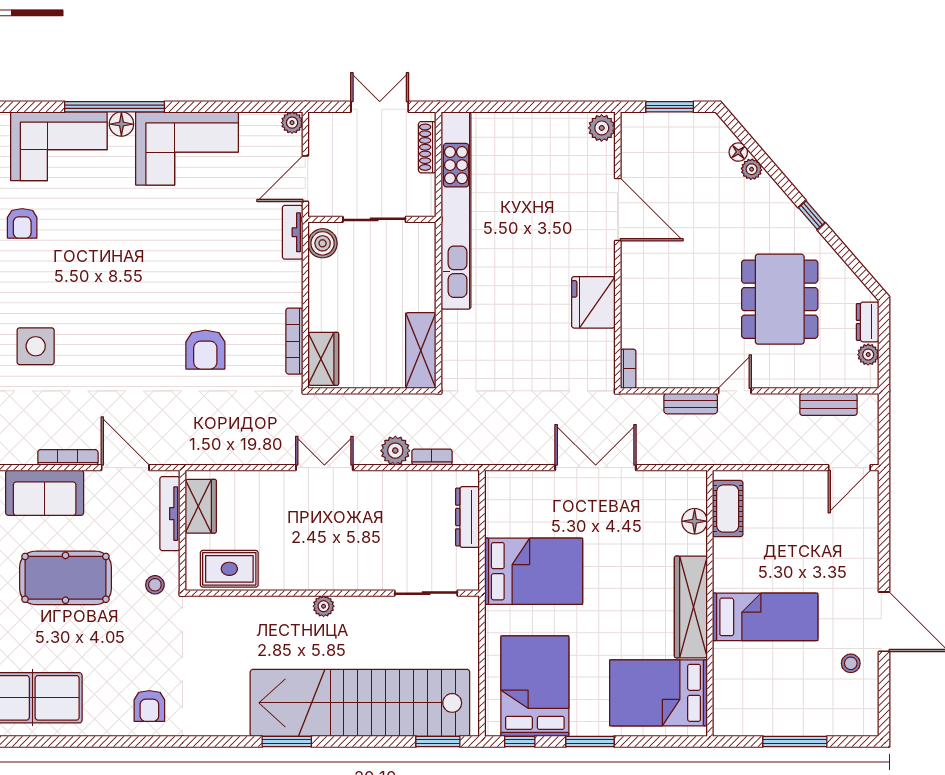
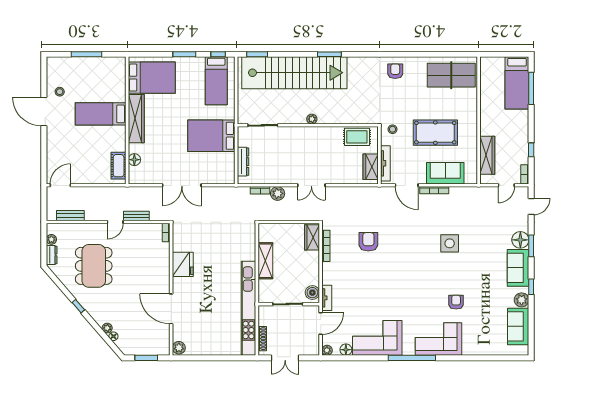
floor lamp: (121, 124) -> (346, 350), moved
shelving: (421, 350) -> (265, 261), moved
bed: (535, 686) -> (216, 81), width x0.67

